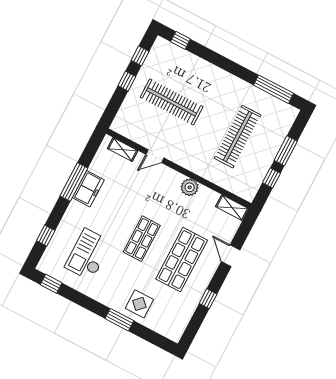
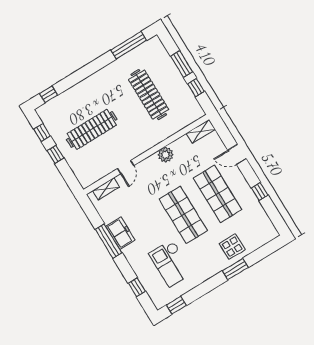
shop shelf: (142, 239) -> (183, 215), width x1.43, depth x1.36

